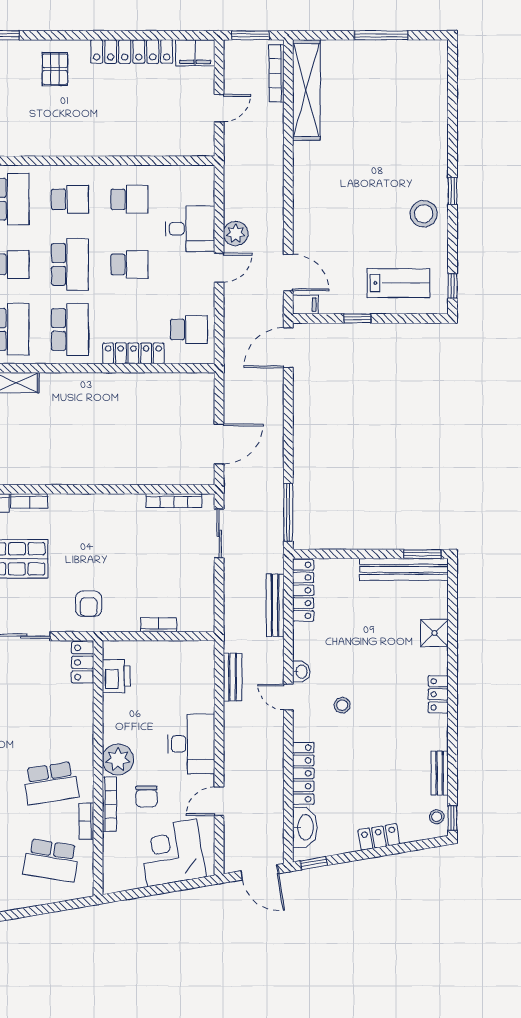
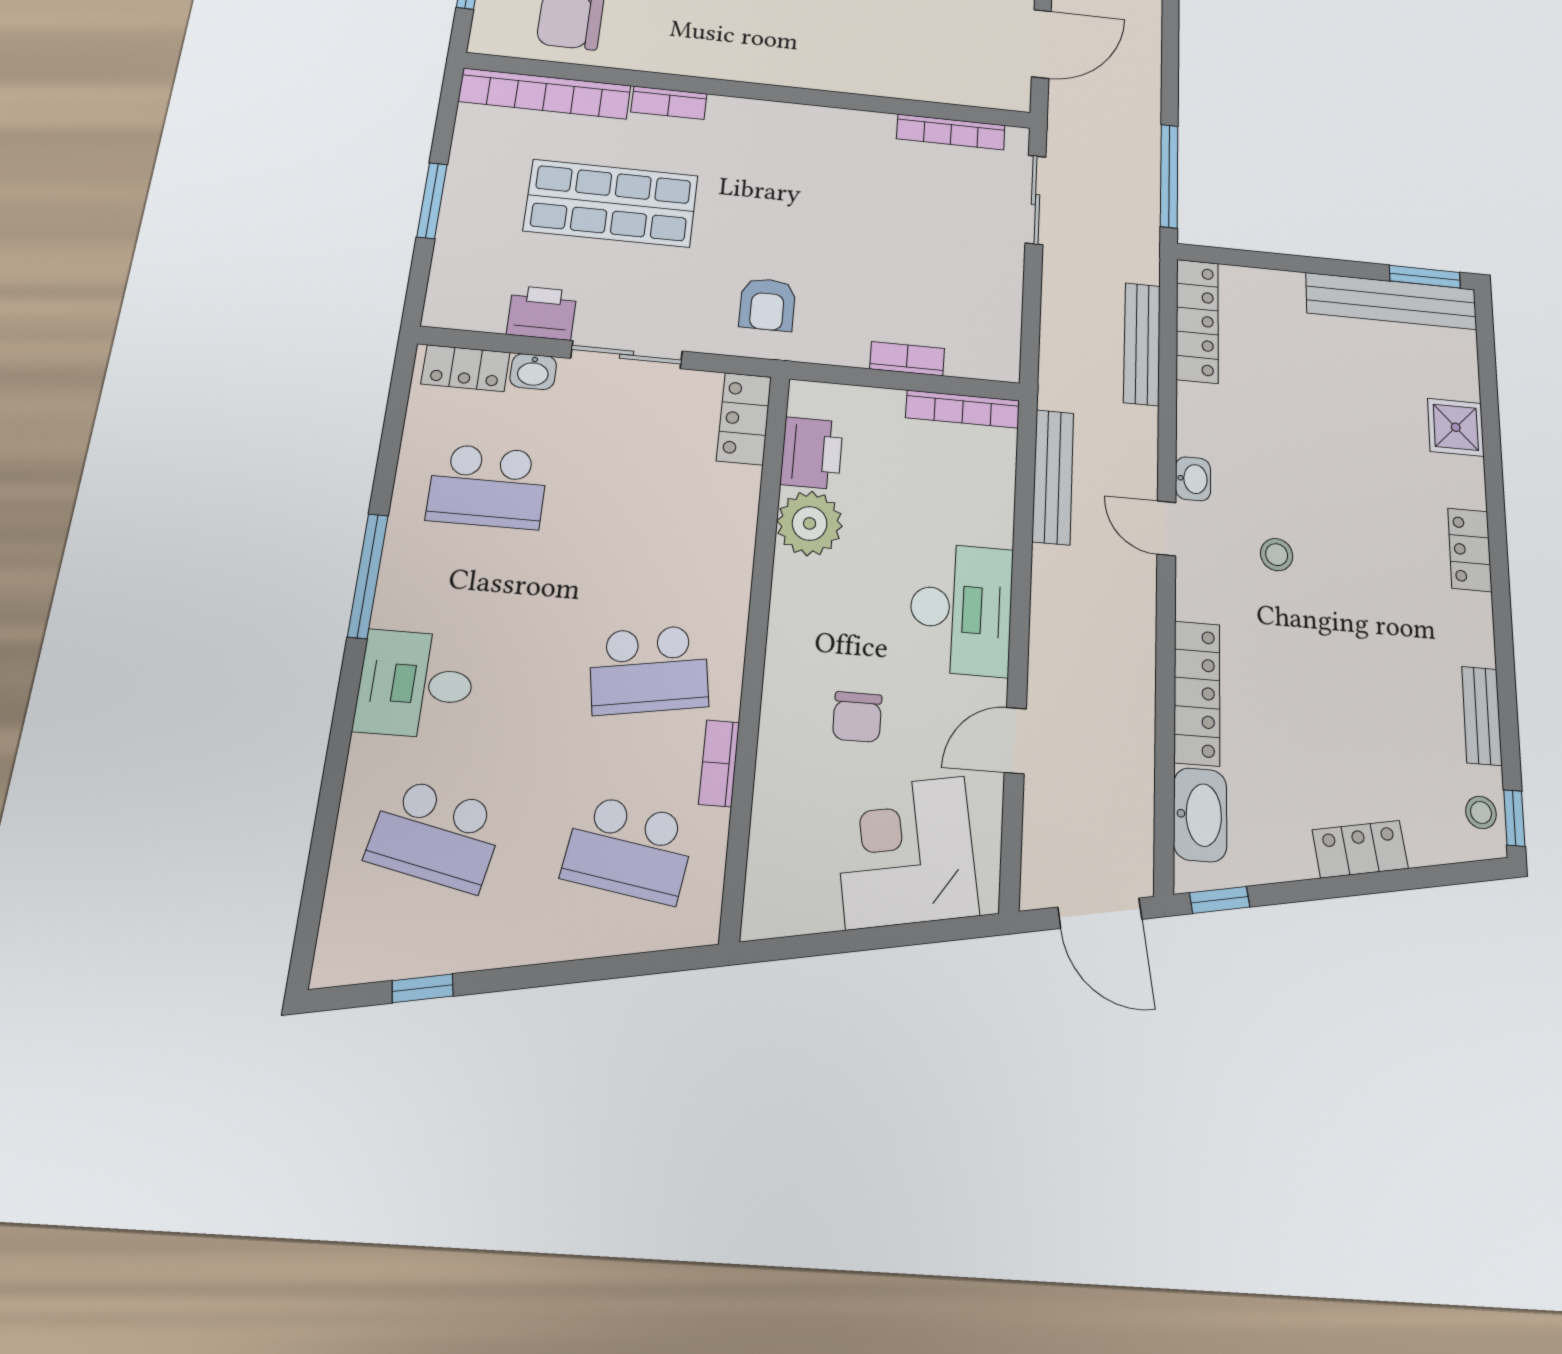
bench: (233, 677) -> (1053, 477), width x1.36
plant: (118, 760) -> (810, 523), moved
bookcase: (109, 804) -> (963, 409), moved, turned 90

